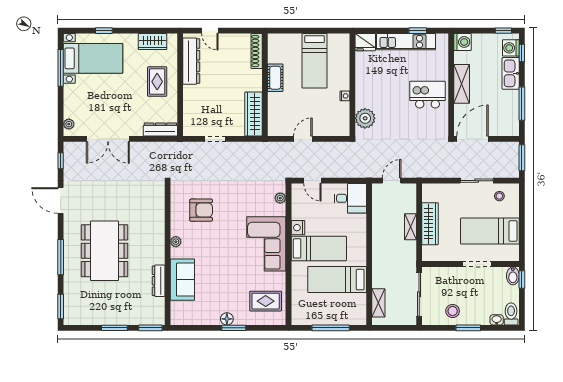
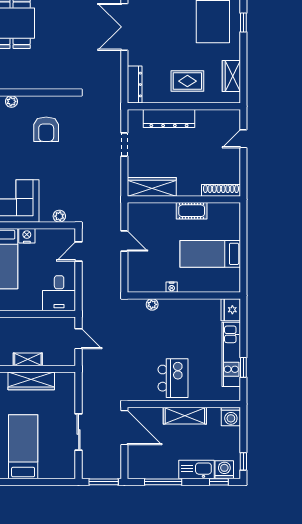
dresser: (191, 61) -> (169, 118), moved
plant: (365, 118) -> (152, 304), width x0.53, depth x0.53
stool: (499, 196) -> (62, 457), removed

